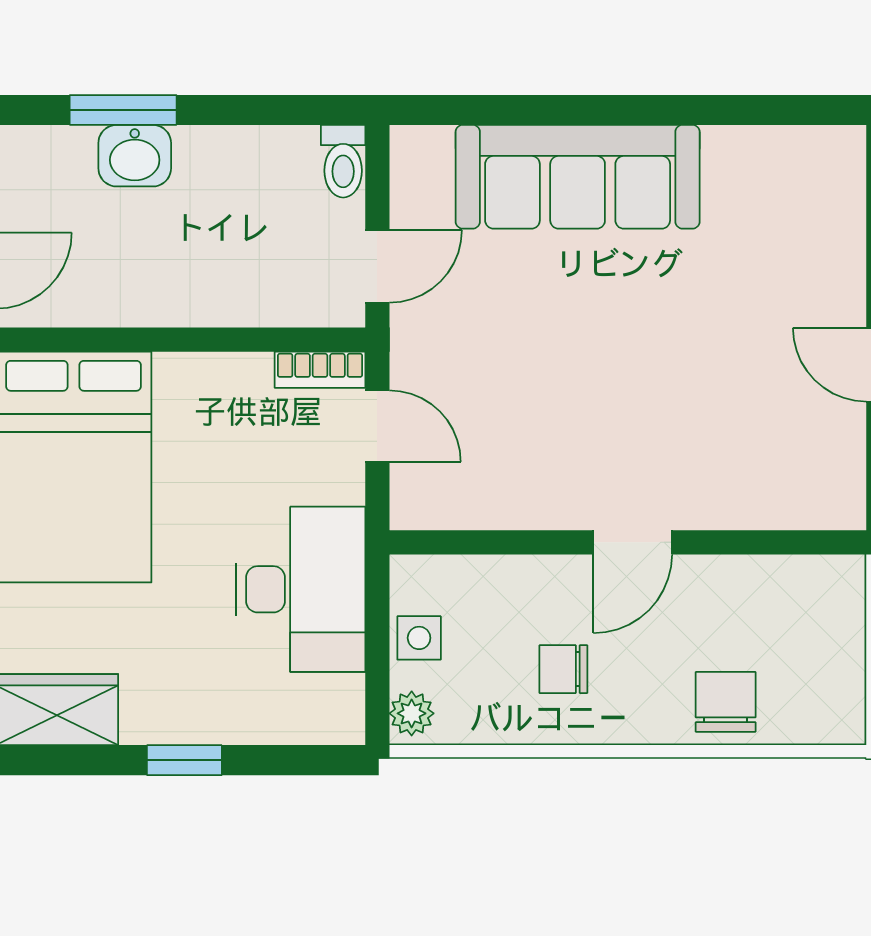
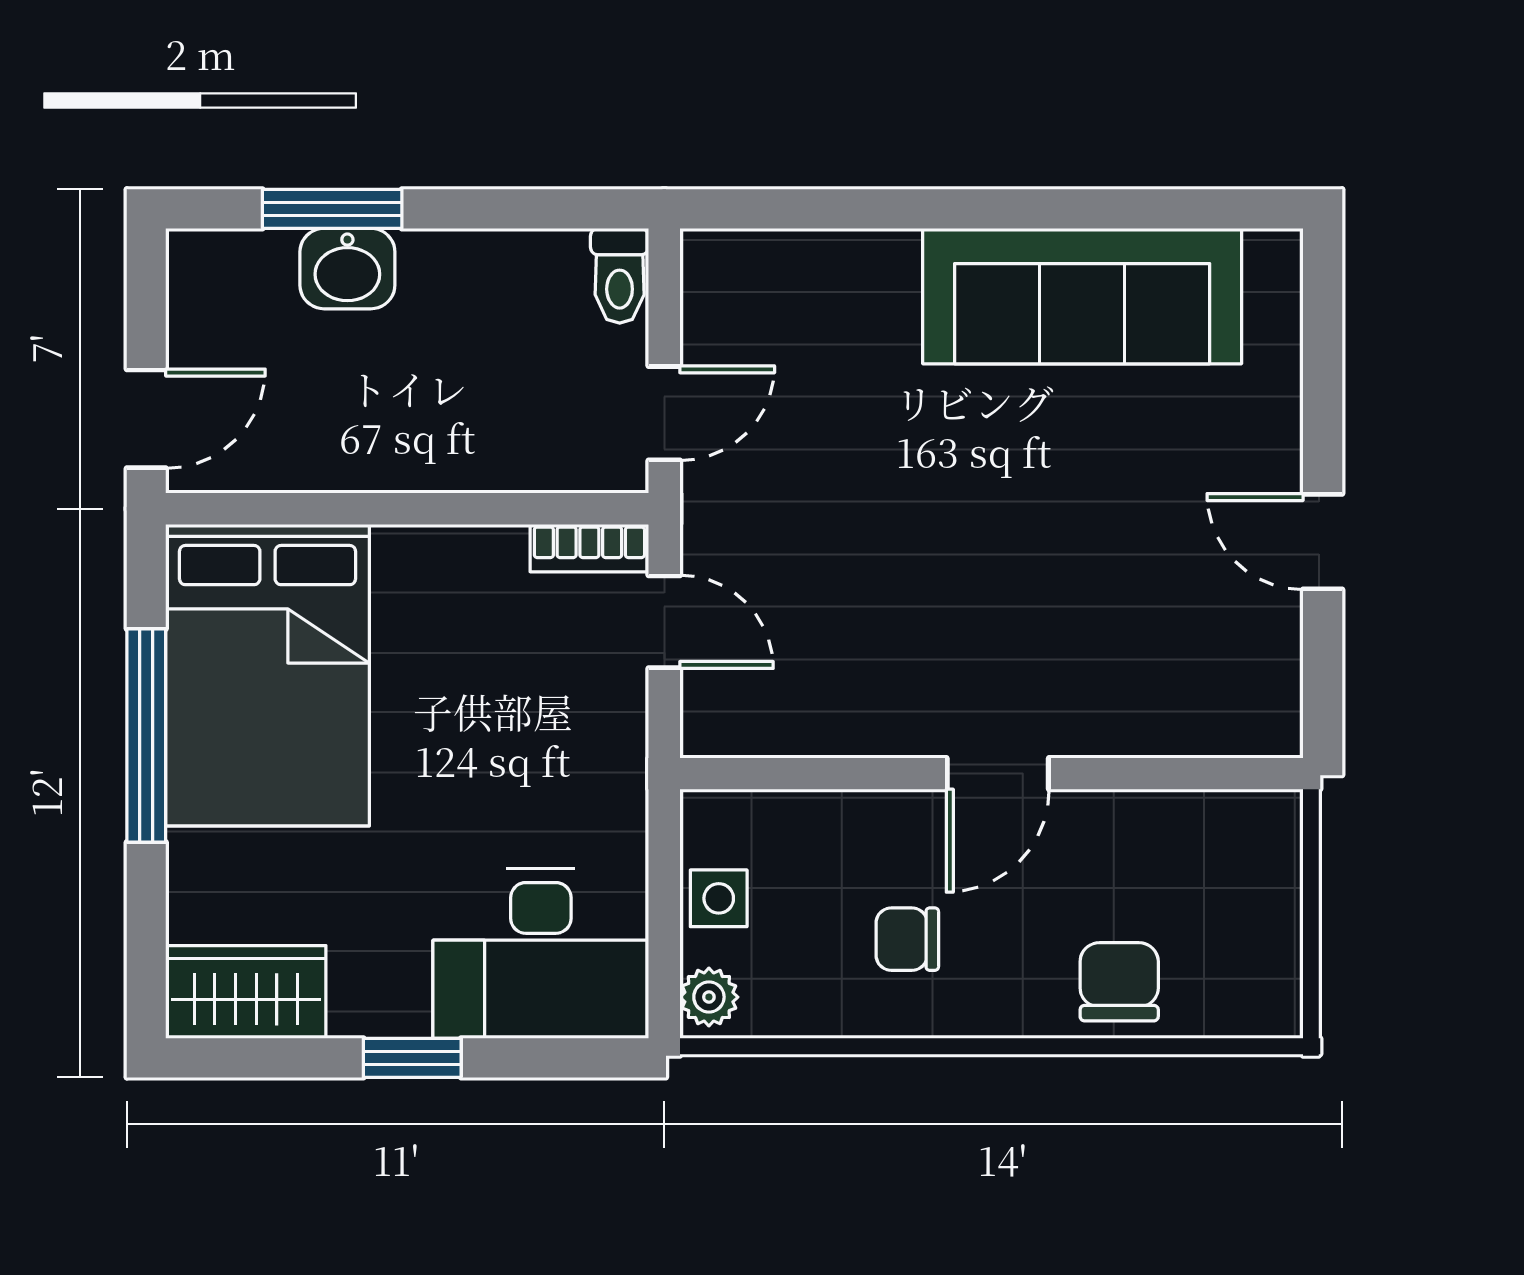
sofa: (578, 177) -> (1082, 296), moved
desk: (301, 589) -> (541, 954), moved, turned 90

